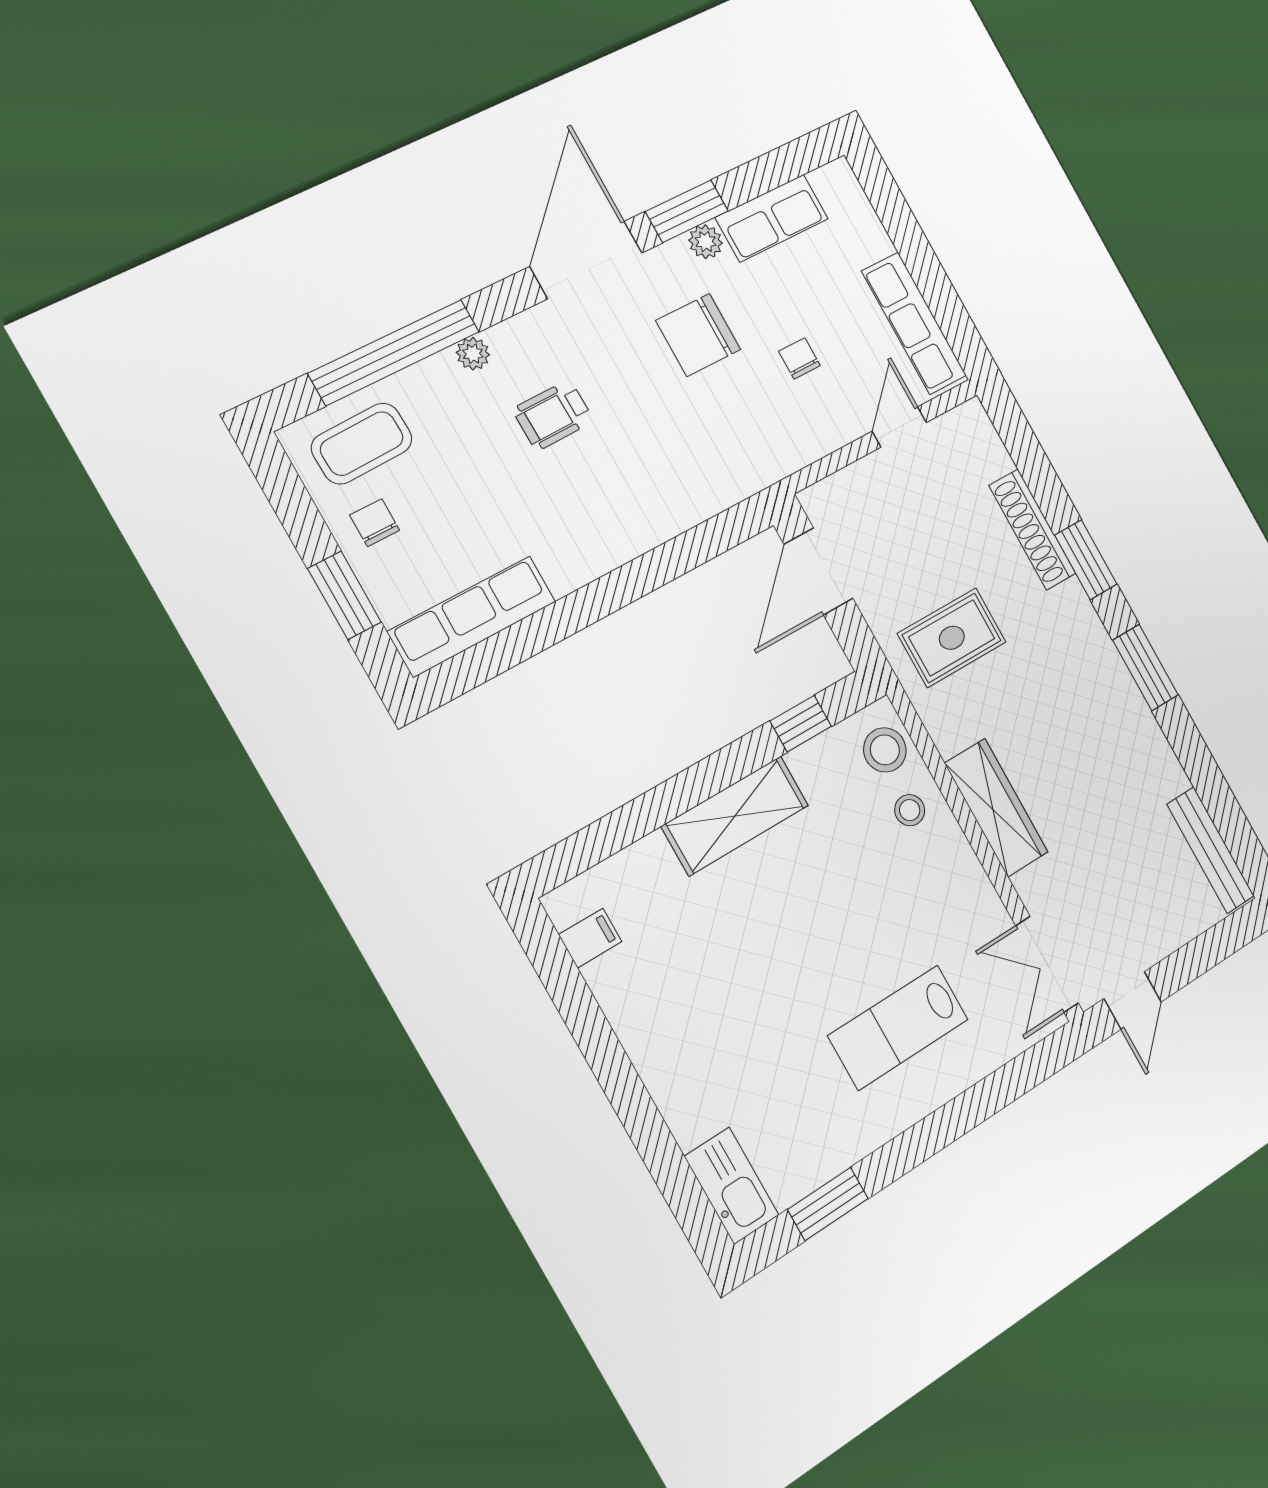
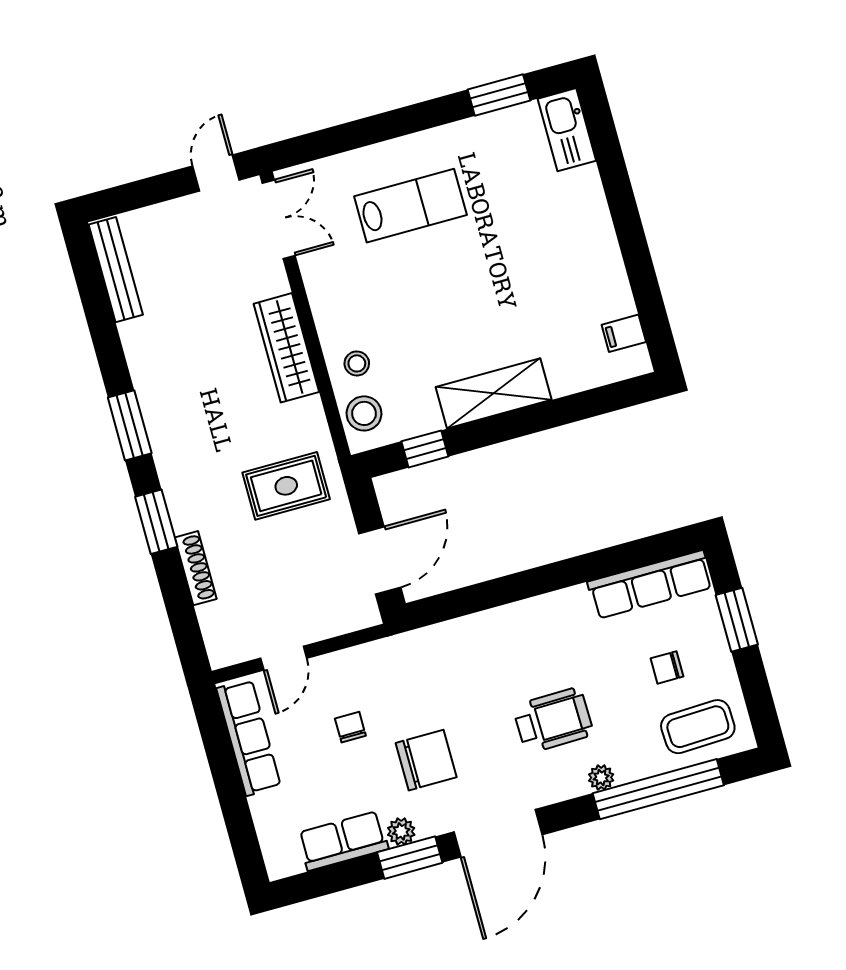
chair: (799, 358) -> (350, 727), turned 180
wheelchair: (553, 415) -> (553, 720), width x1.36, depth x1.37
chair: (375, 523) -> (667, 667), moved, turned 90
shoe rack: (1032, 530) -> (196, 568), width x0.74, depth x0.81

